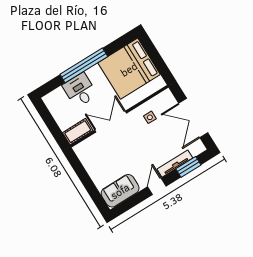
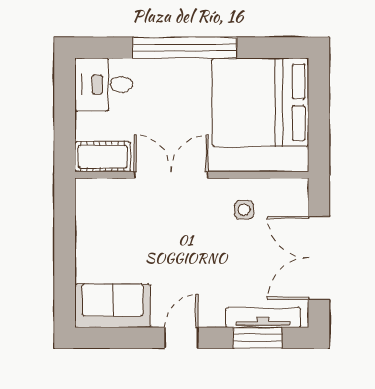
desk: (80, 90) -> (104, 85), moved, turned -90
tv unit: (175, 164) -> (263, 317), moved

